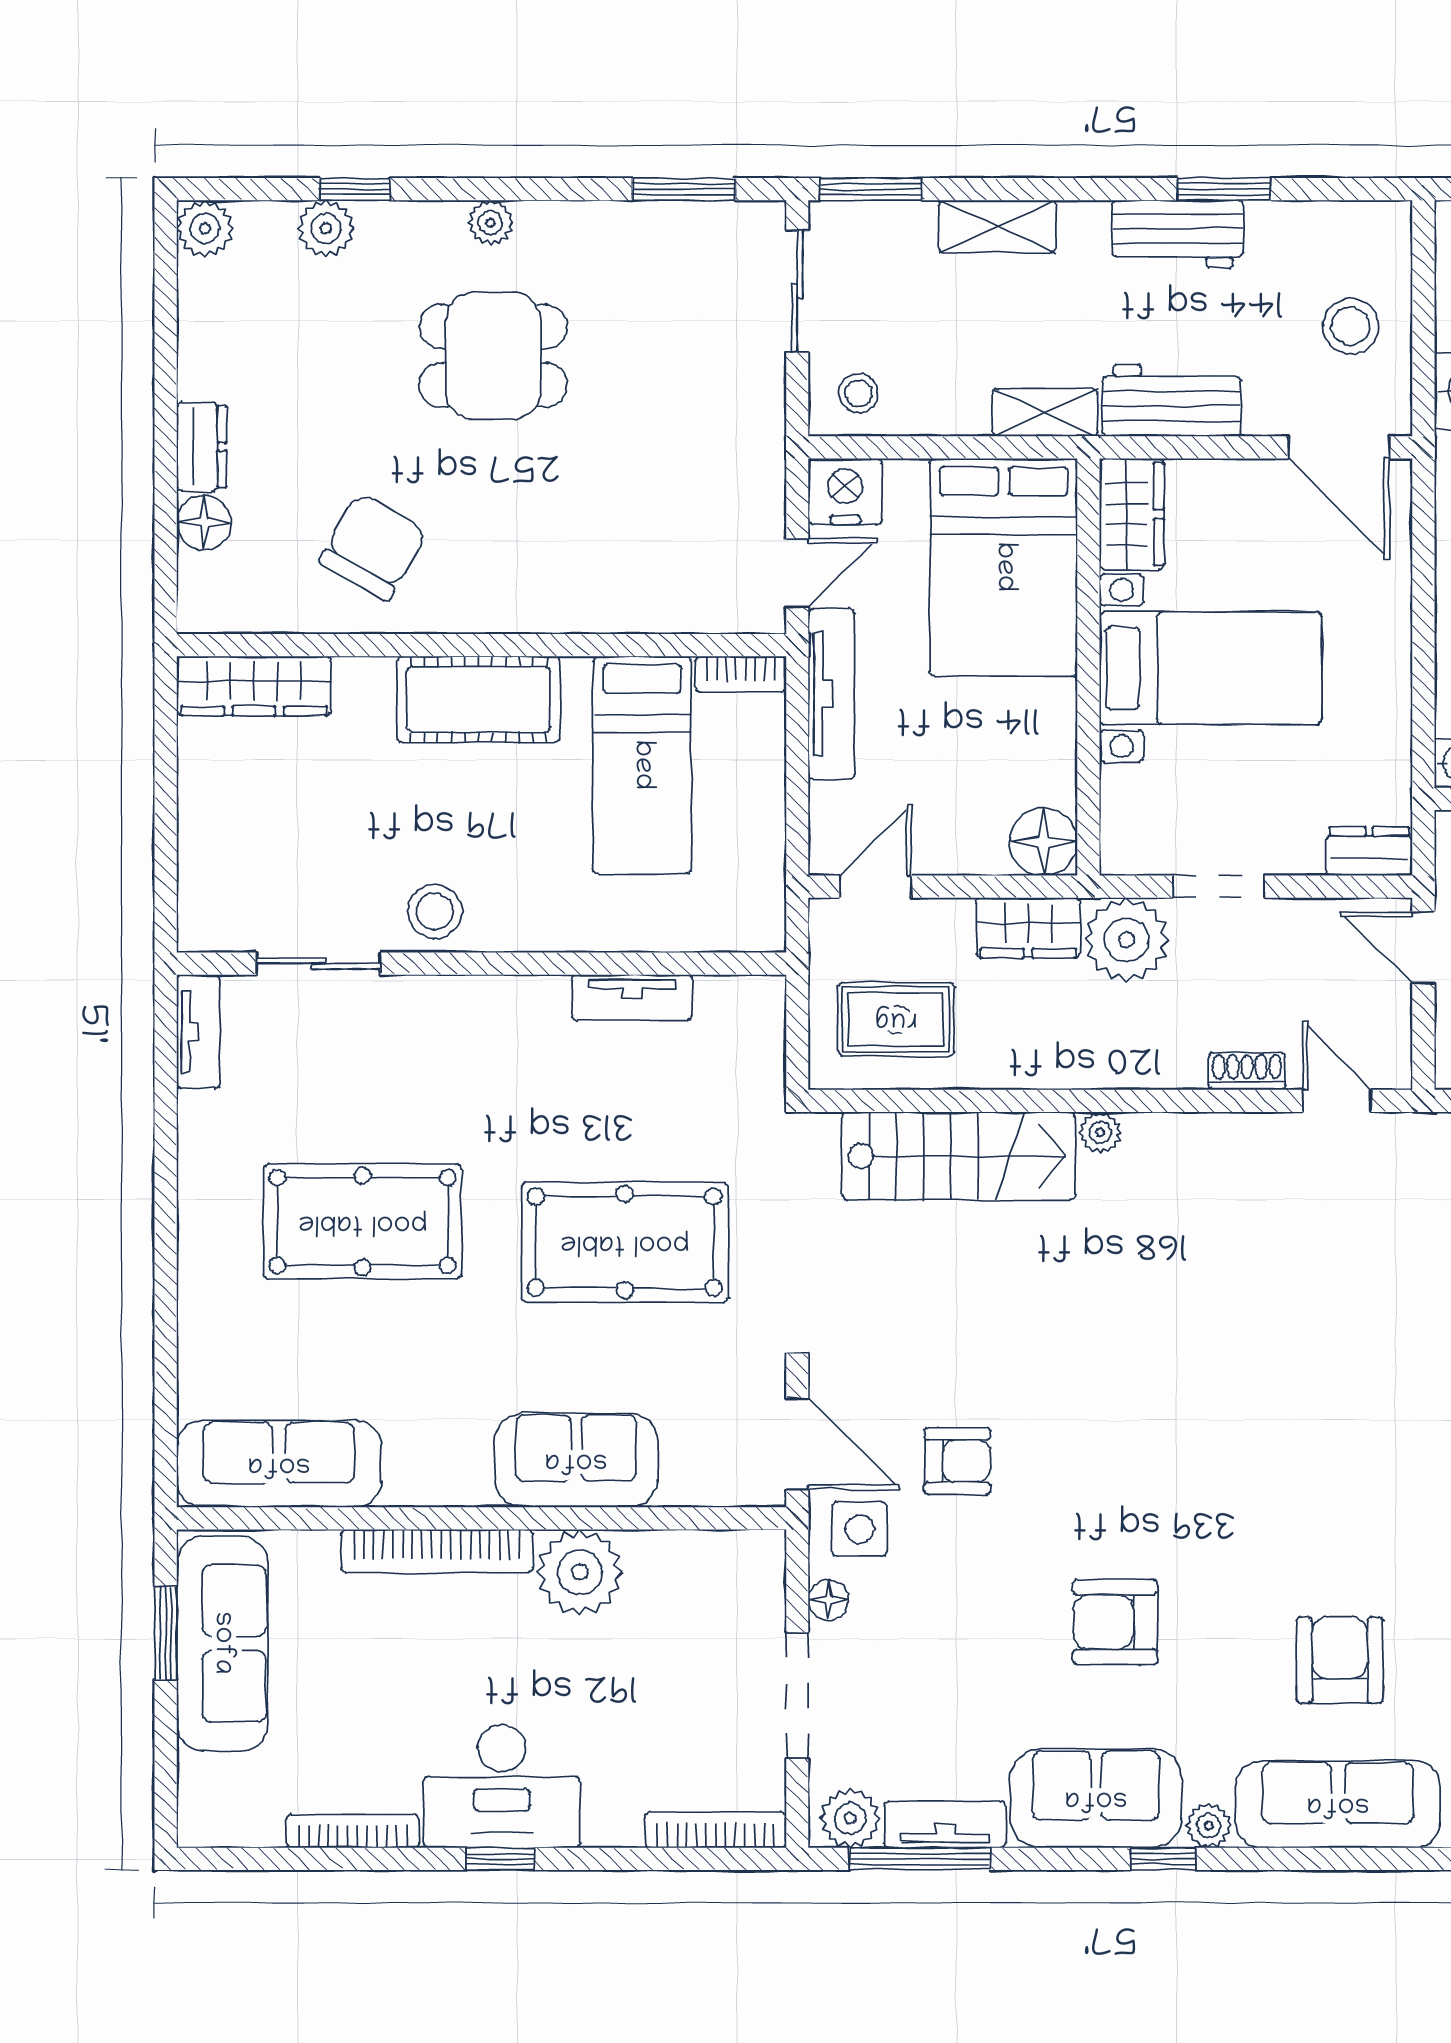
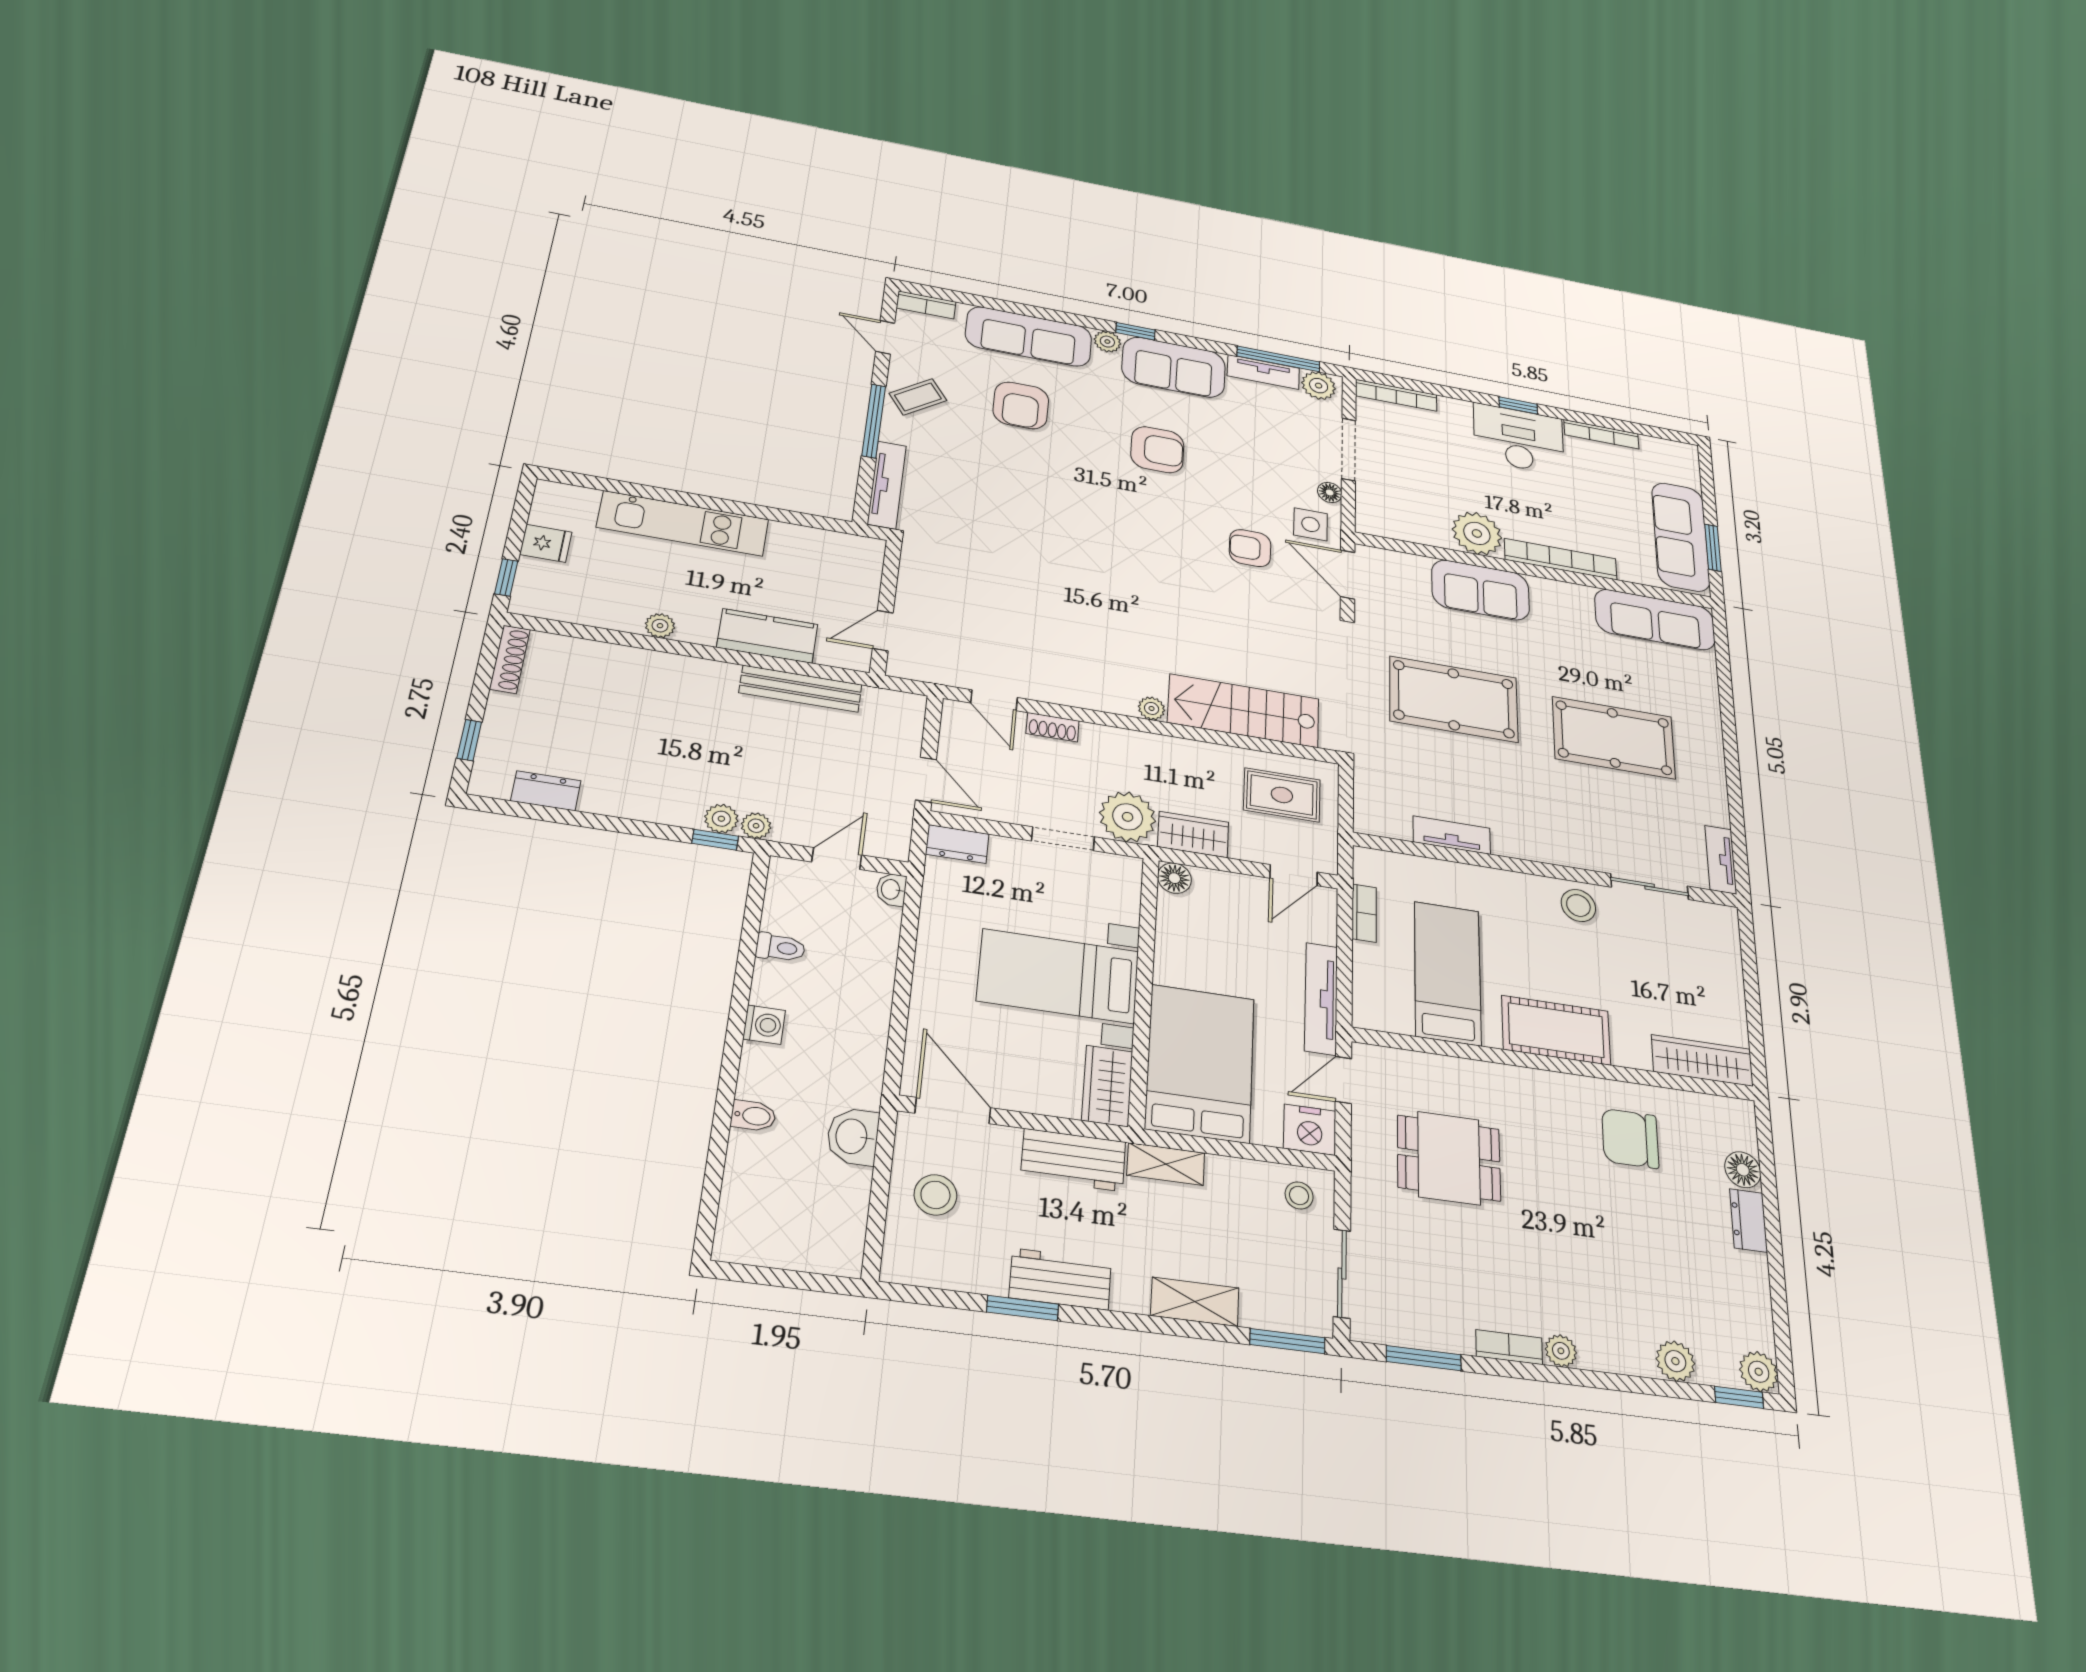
window: (355, 189) -> (1739, 1397), moved
bookcase: (564, 219) -> (1509, 1347), added
dining table: (493, 356) -> (1449, 1158), moved
chair: (373, 546) -> (1630, 1138), turned 60
bookcase: (741, 674) -> (1364, 913), moved, turned 90
floor lamp: (1043, 842) -> (1174, 878), width x0.73, depth x0.73

